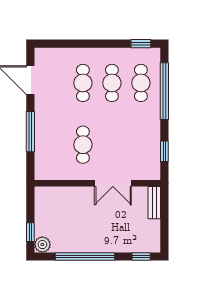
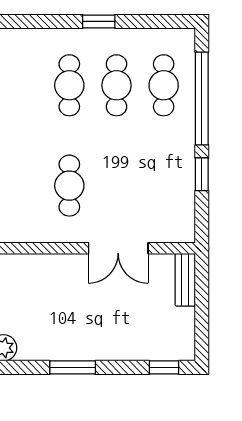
window: (141, 44) -> (99, 21), moved
window: (164, 151) -> (202, 174), moved
window: (85, 257) -> (73, 367), width x0.47

